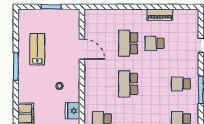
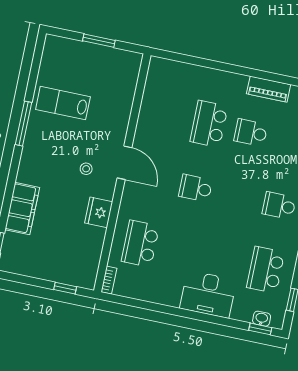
lab bench: (37, 49) -> (63, 103), turned -90
door: (82, 49) -> (124, 163), moved
school desk: (128, 84) -> (196, 188), width x0.54

